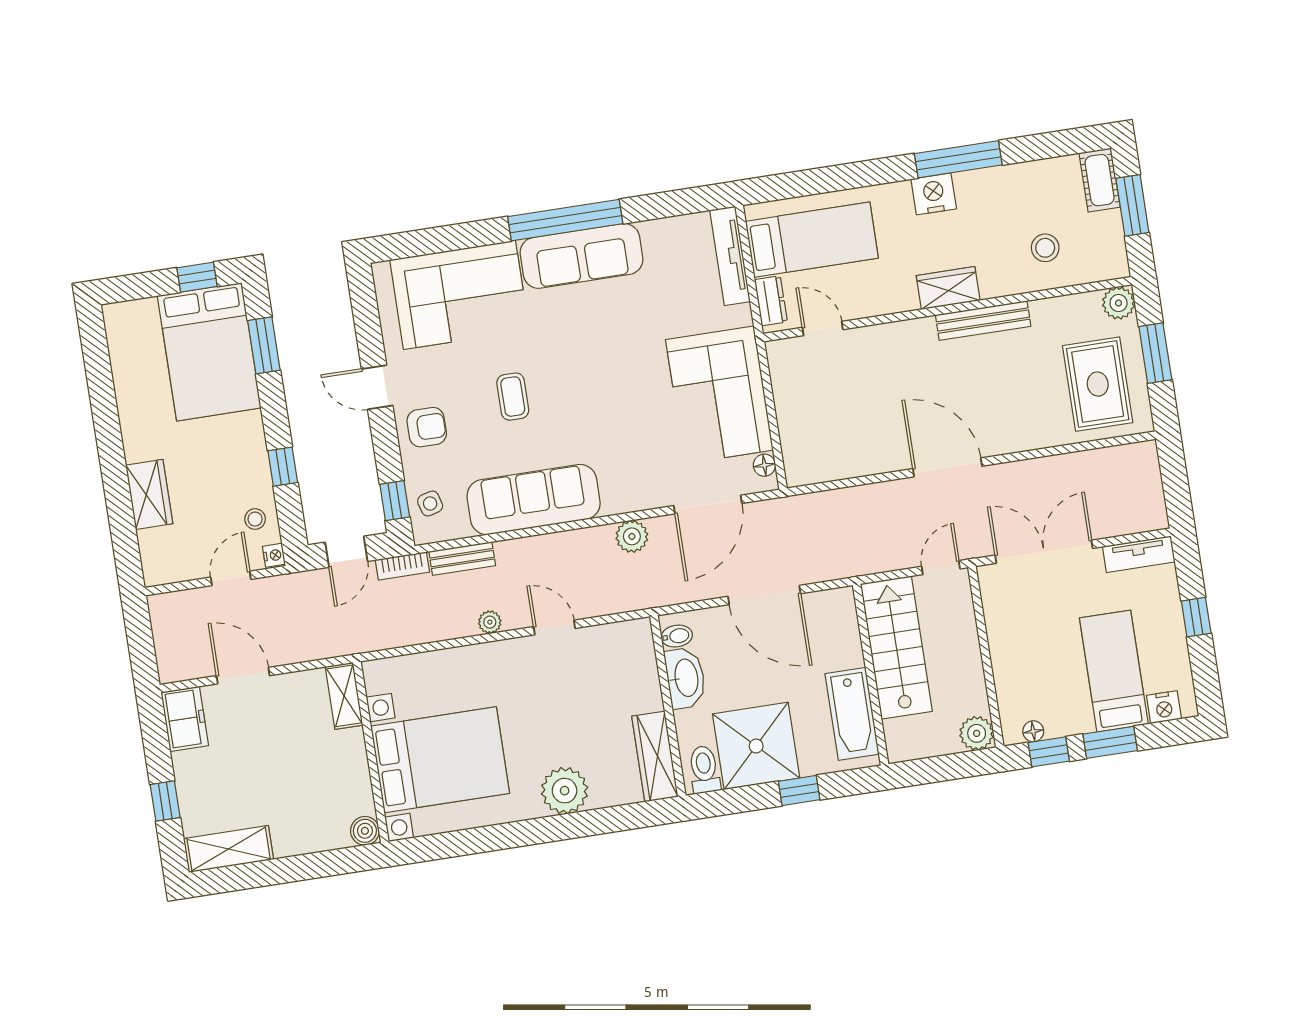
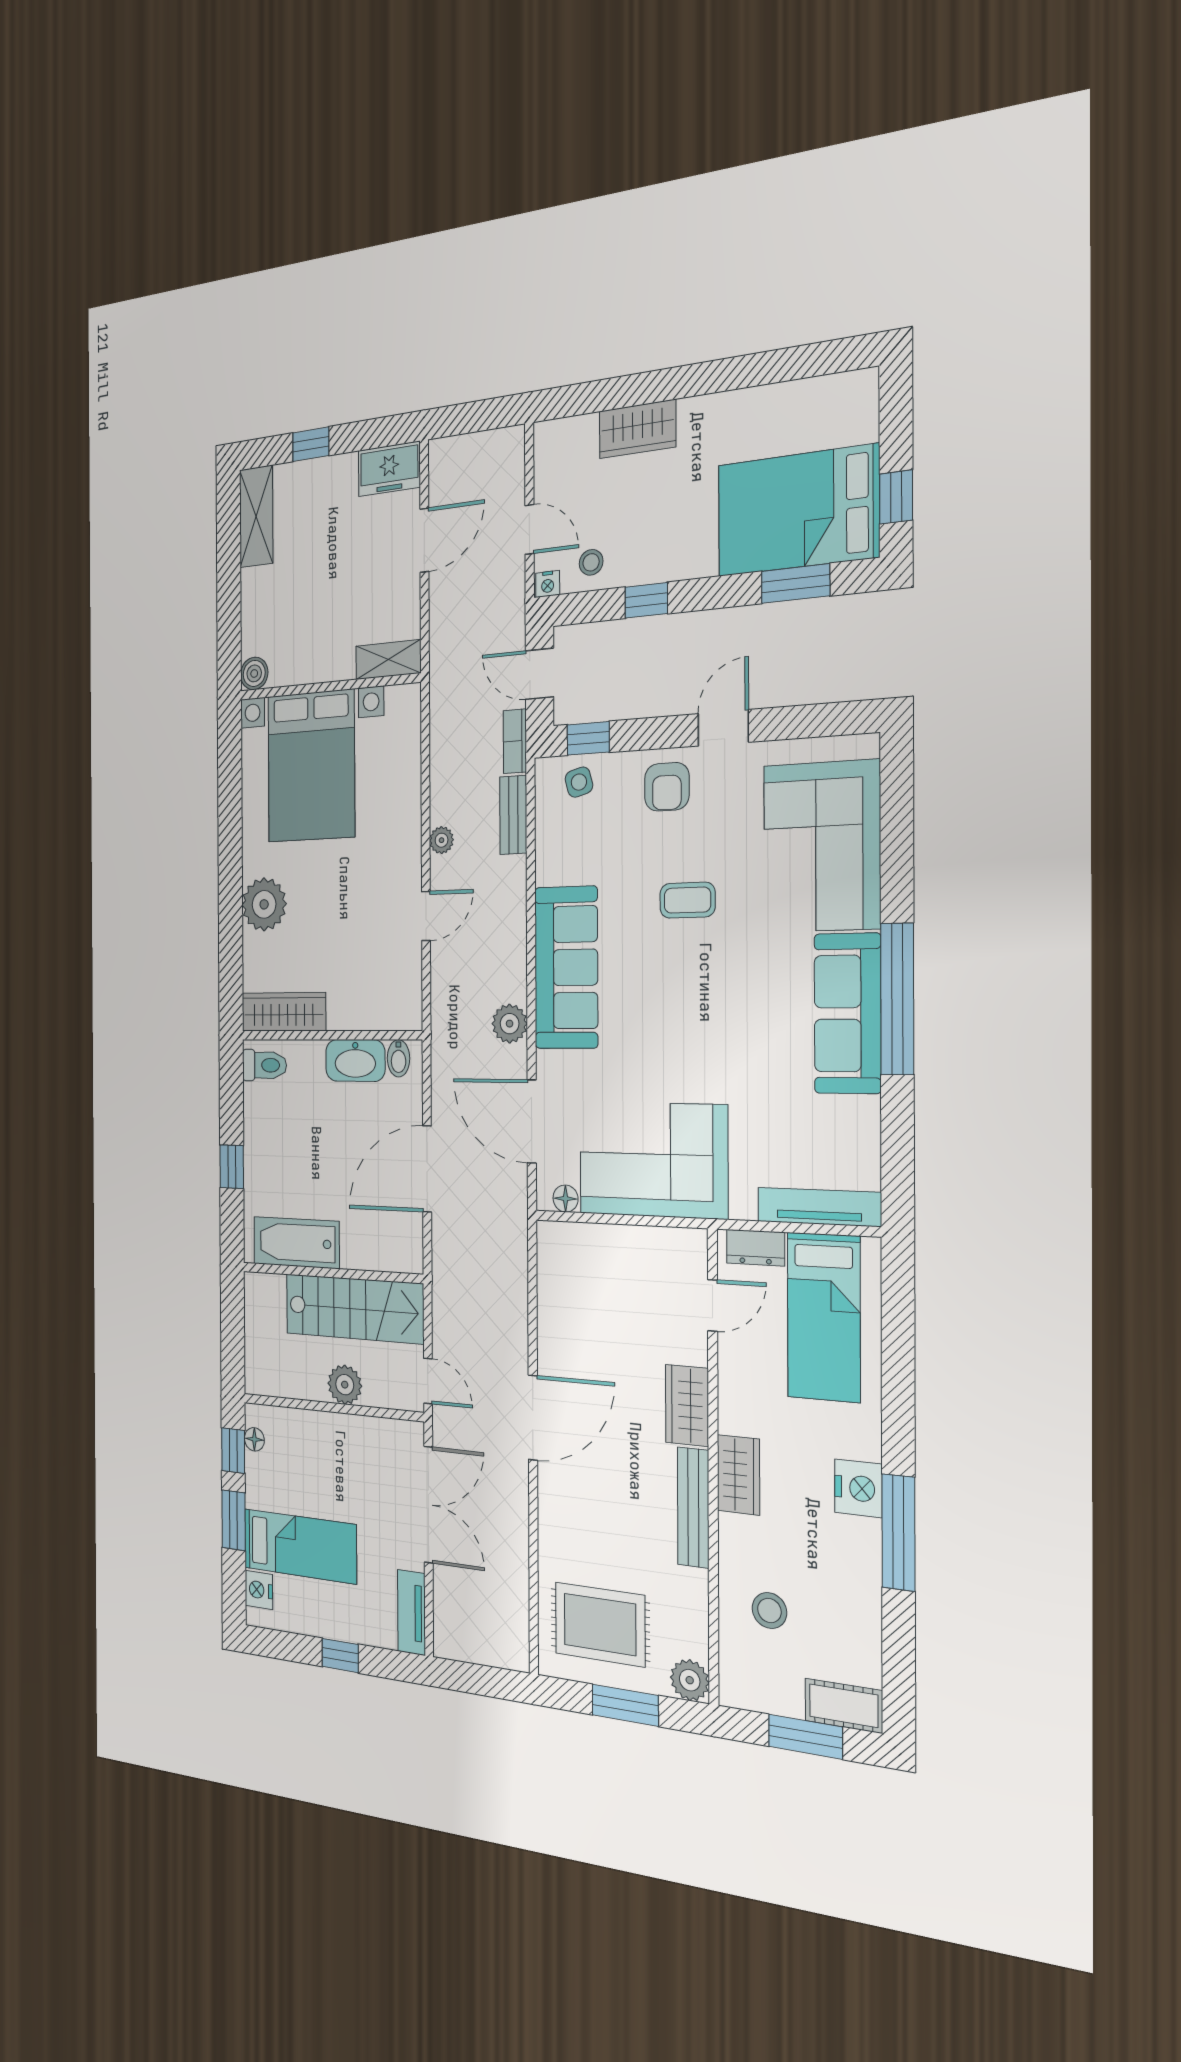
wardrobe: (905, 338) -> (687, 1405), added
sofa: (534, 500) -> (566, 967), moved
plant: (977, 733) -> (345, 1385), moved
shower: (756, 746) -> (279, 1128), removed

